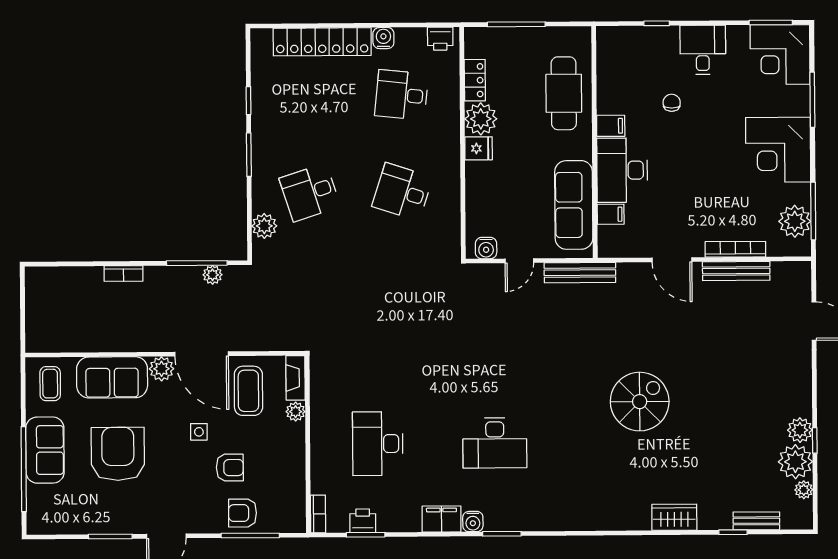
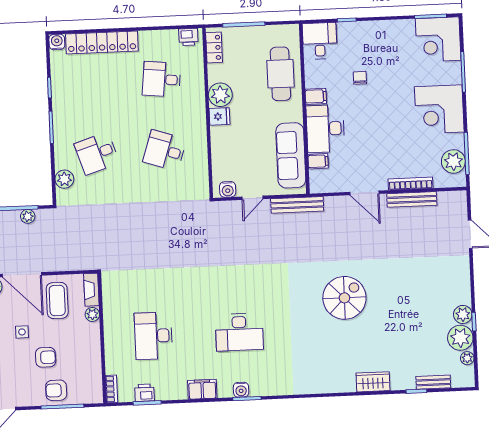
water cooler: (383, 38) -> (57, 42), moved
desk: (703, 50) -> (320, 41), moved
locker: (475, 80) -> (214, 48), moved
water cooler: (473, 522) -> (241, 390), moved

